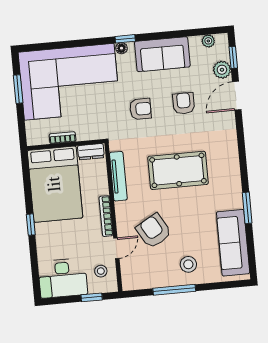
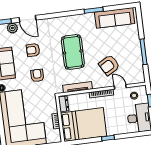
stool: (188, 264) -> (128, 44), removed

